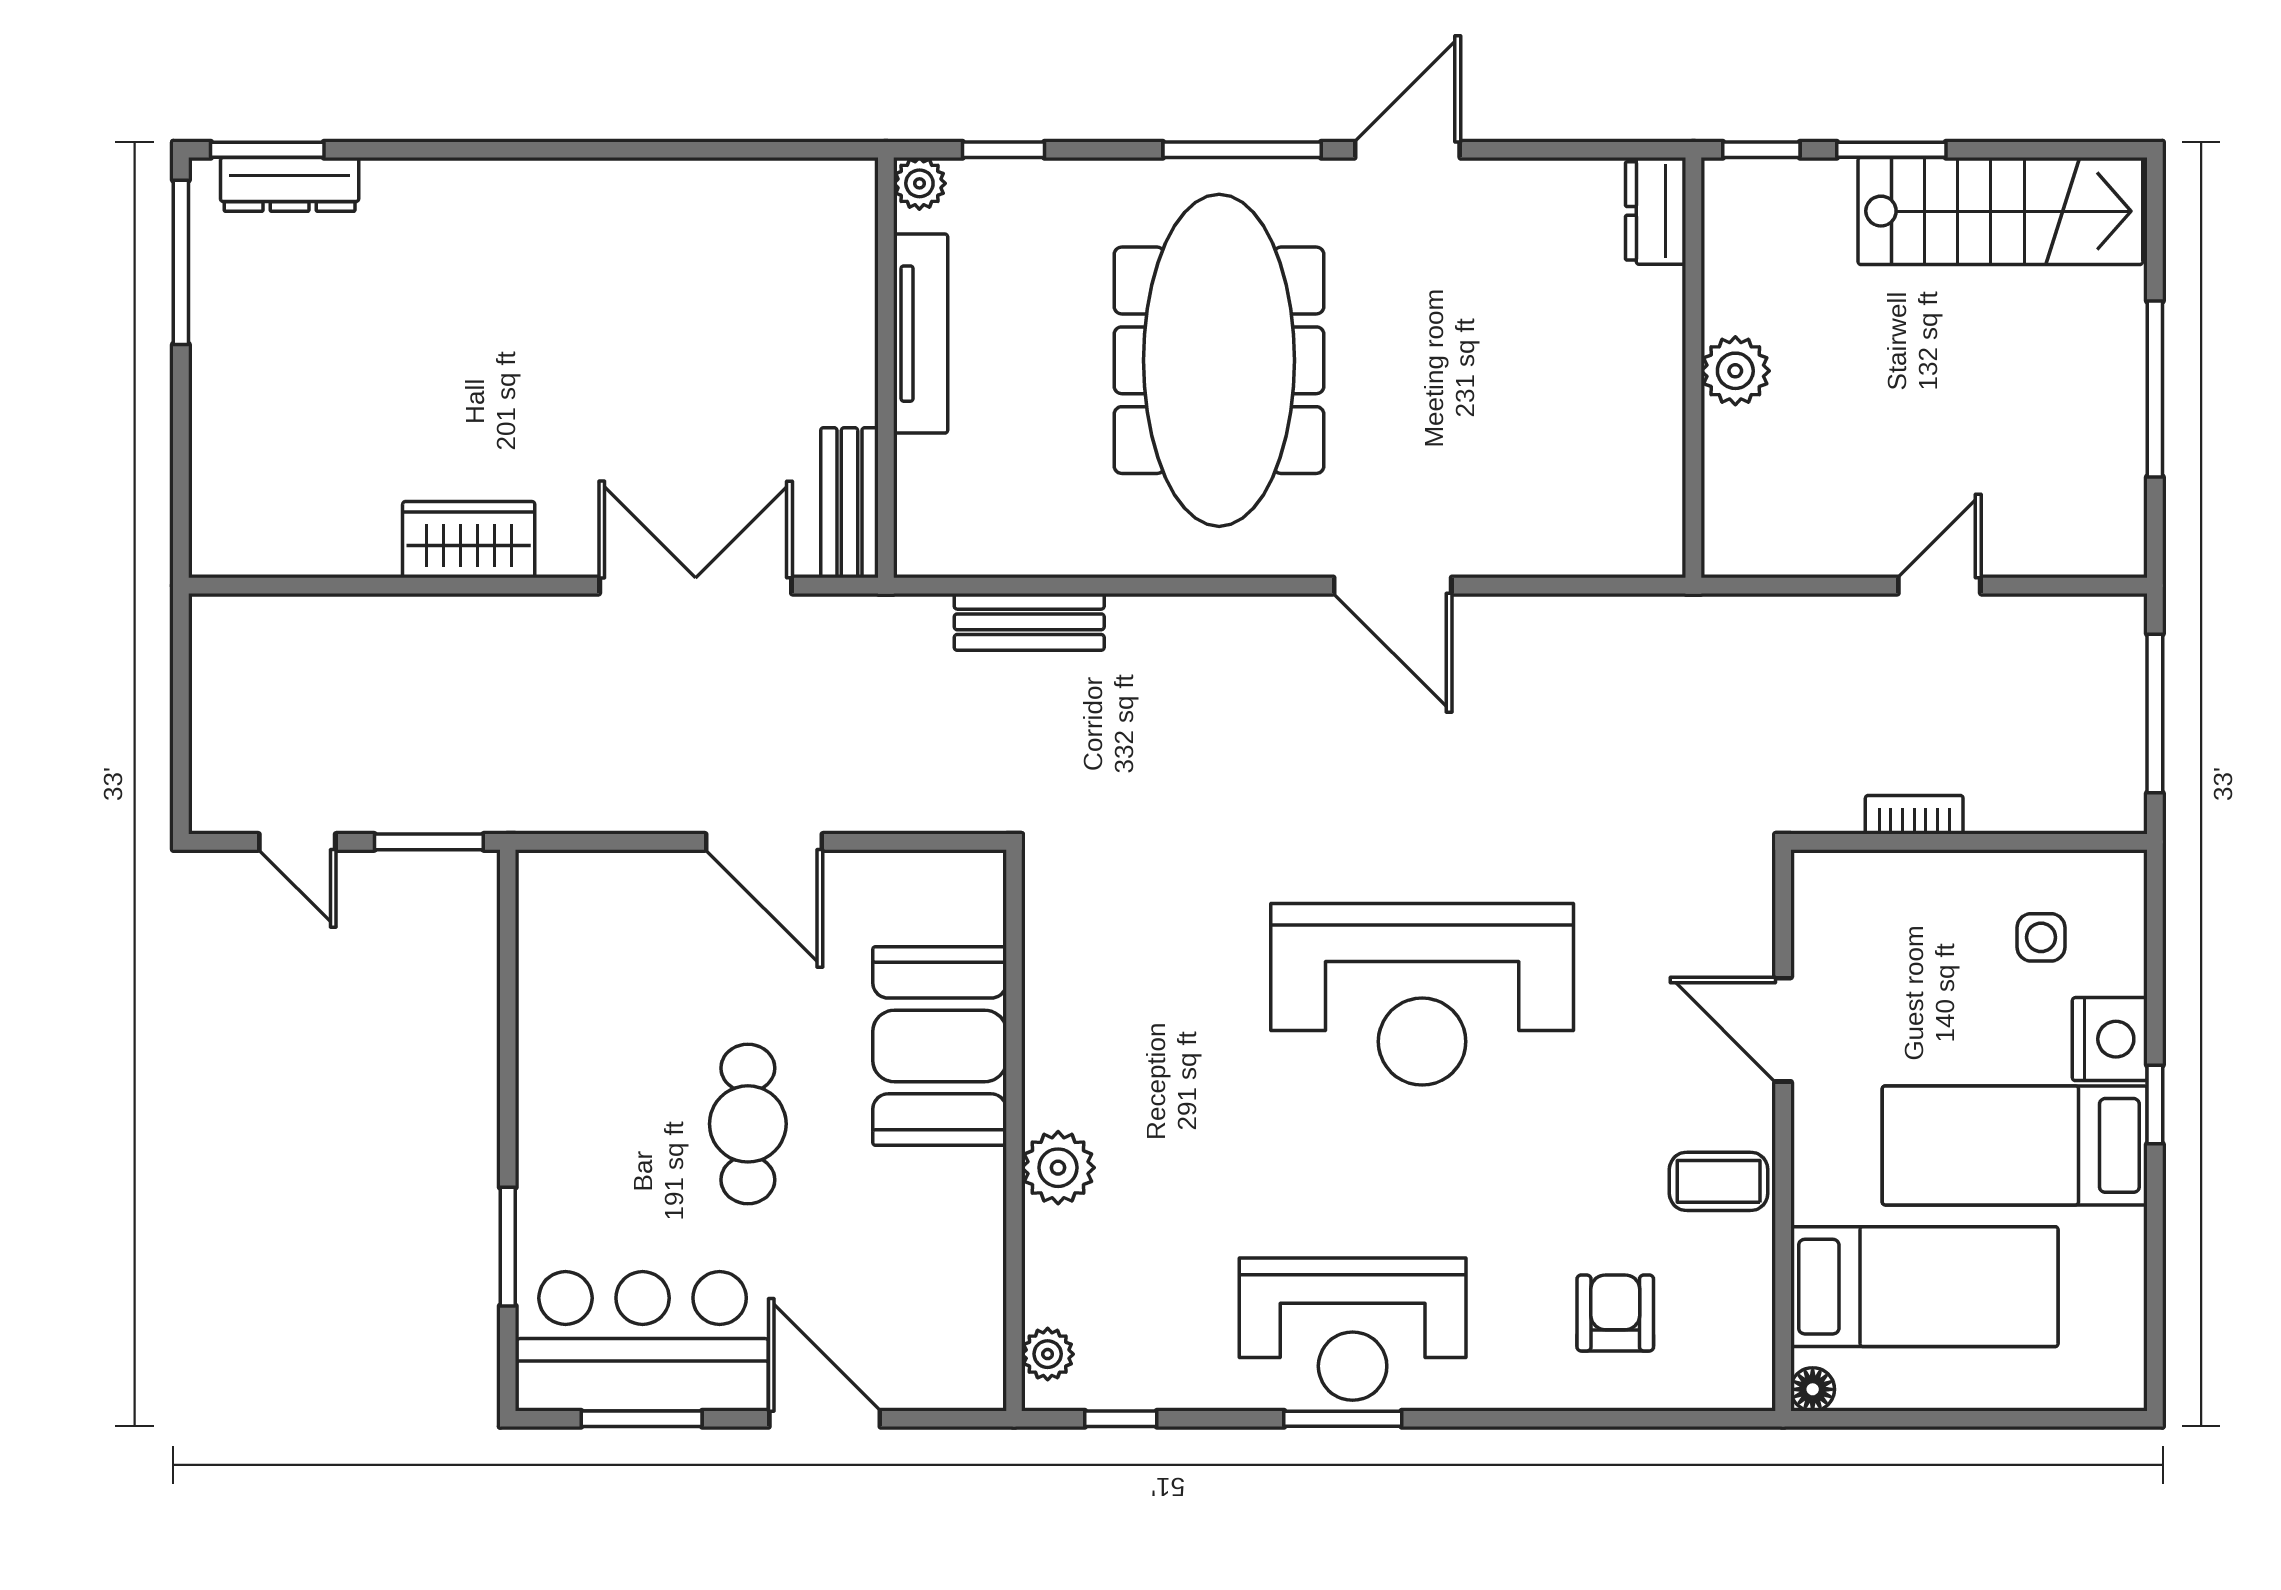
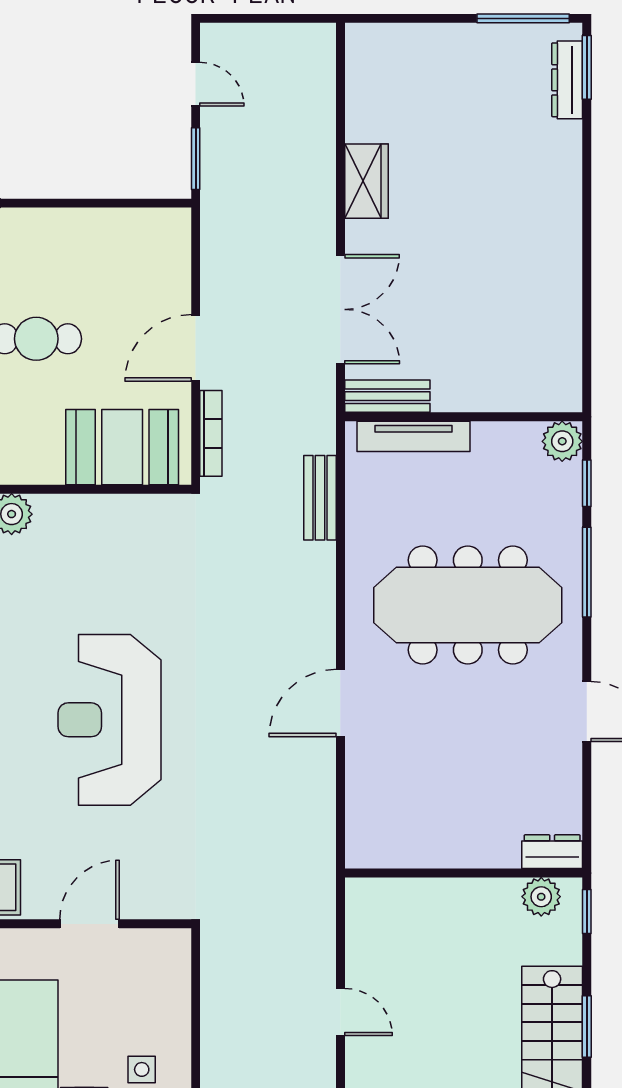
window: (1242, 150) -> (587, 572), moved
window: (1891, 150) -> (587, 1027), moved
plant: (919, 183) -> (562, 441), width x1.38, depth x1.38
tv unit: (921, 334) -> (414, 436), moved
plant: (1735, 371) -> (541, 897), moved
bookcase: (1914, 815) -> (211, 433), moved, width x1.56
door: (297, 842) -> (196, 84), swing flipped
booth: (940, 1046) -> (122, 447), moved

